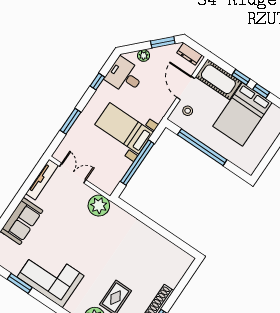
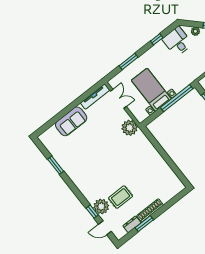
bed with nightstands: (124, 128) -> (151, 90), moved
window: (137, 163) -> (177, 98), moved
corner sofa: (50, 276) -> (79, 167), removed

